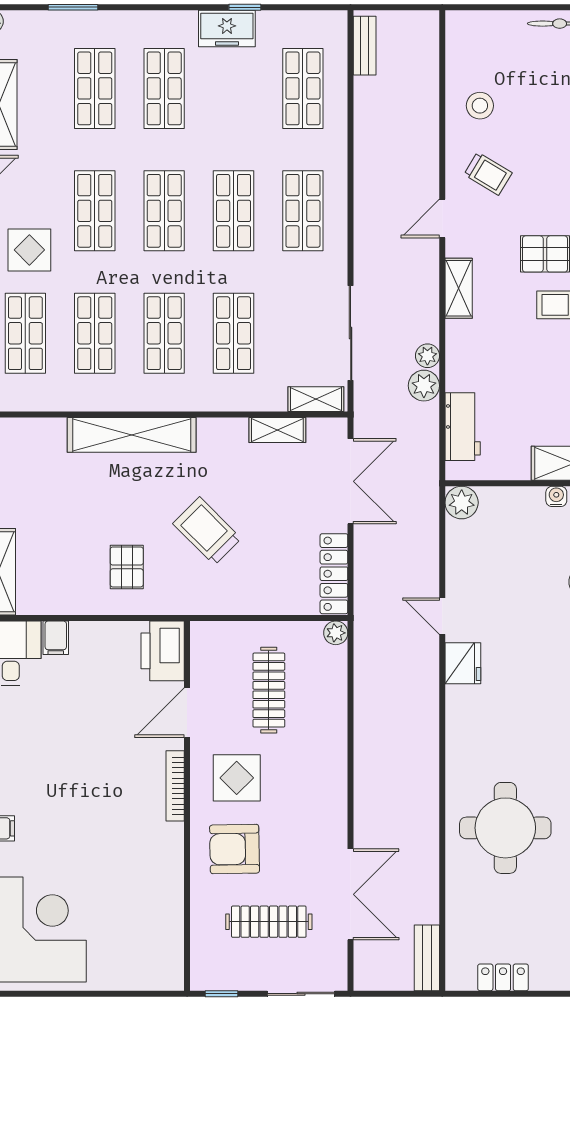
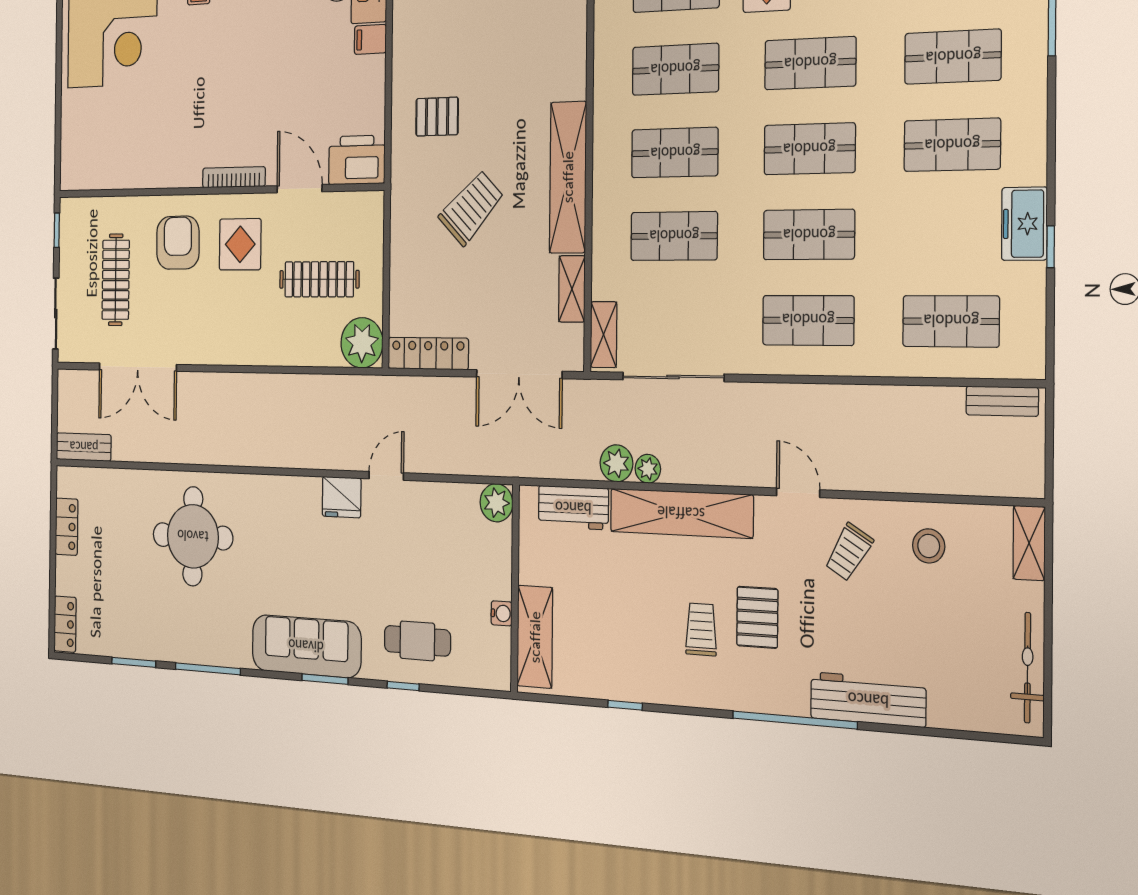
shelving: (474, 23) -> (1029, 543), added
shelving: (459, 288) -> (681, 513), width x2.20, depth x1.33
shelving: (132, 435) -> (568, 177), moved
plant: (336, 633) -> (362, 343), width x1.88, depth x1.88

